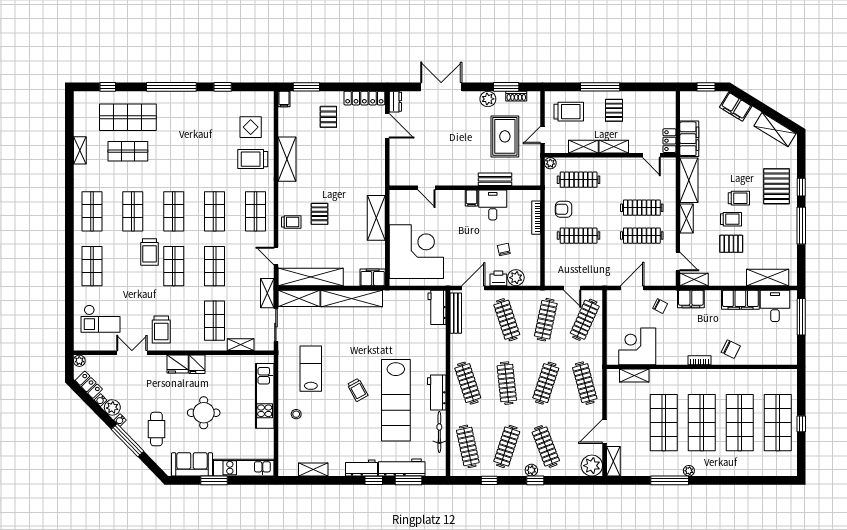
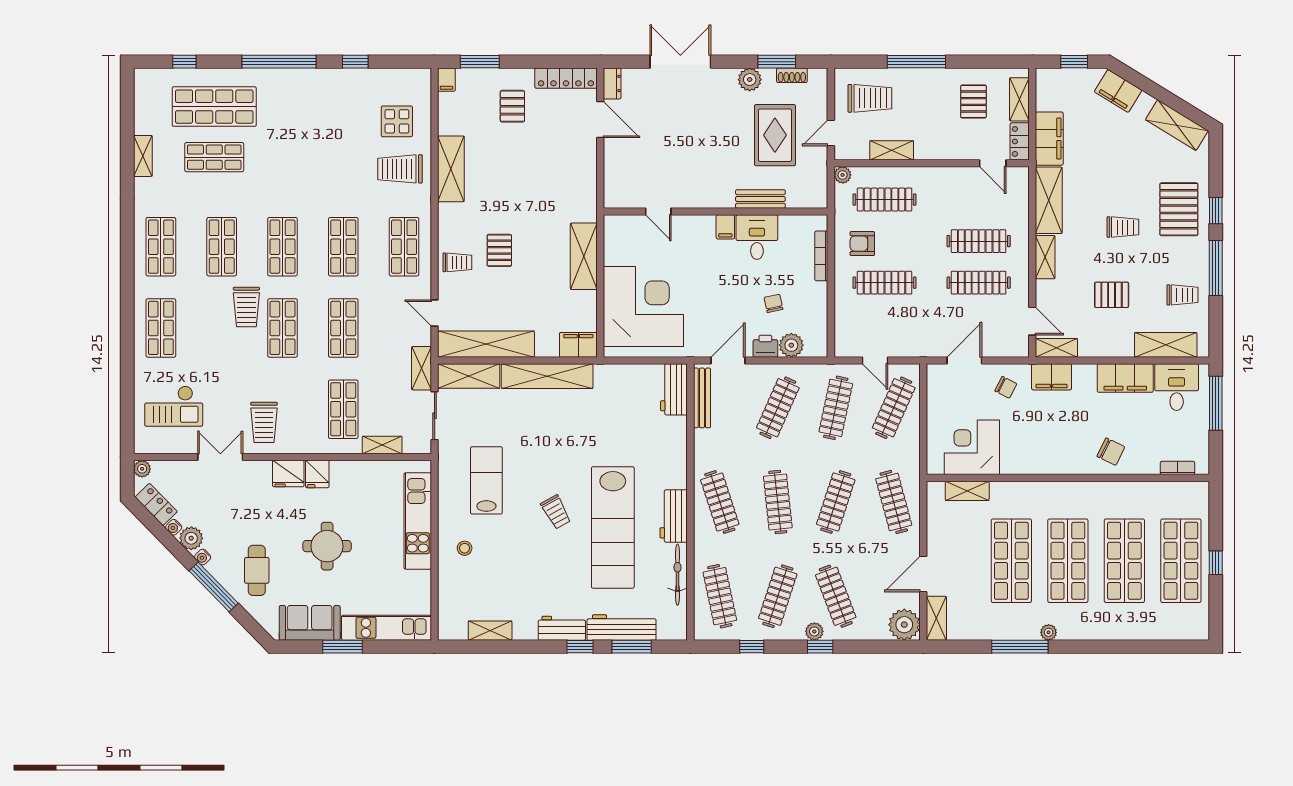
pallet: (614, 110) -> (973, 101), moved
shelving: (614, 147) -> (1019, 99), moved, turned 90
trolley: (731, 219) -> (1183, 295), moved
clothes rail: (507, 320) -> (778, 408), turned 42
bookcase: (699, 360) -> (1178, 468), moved

